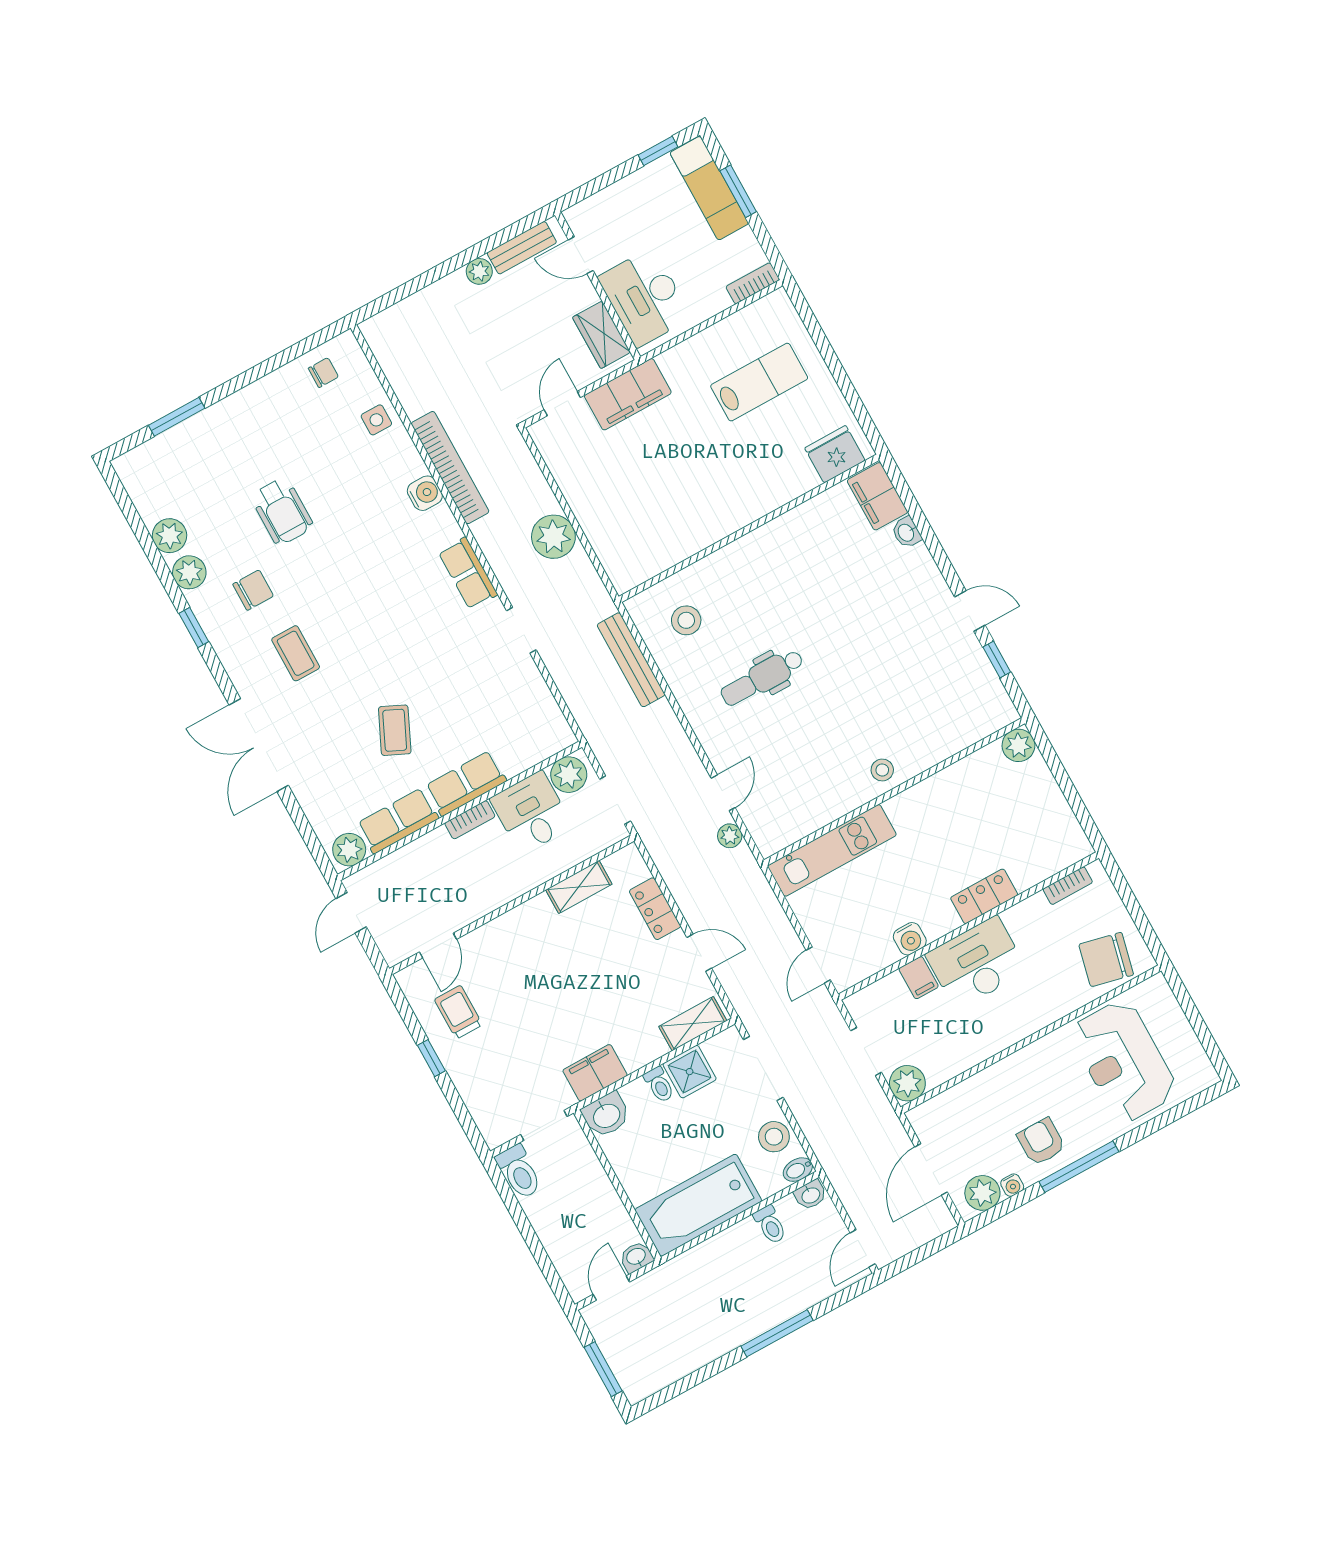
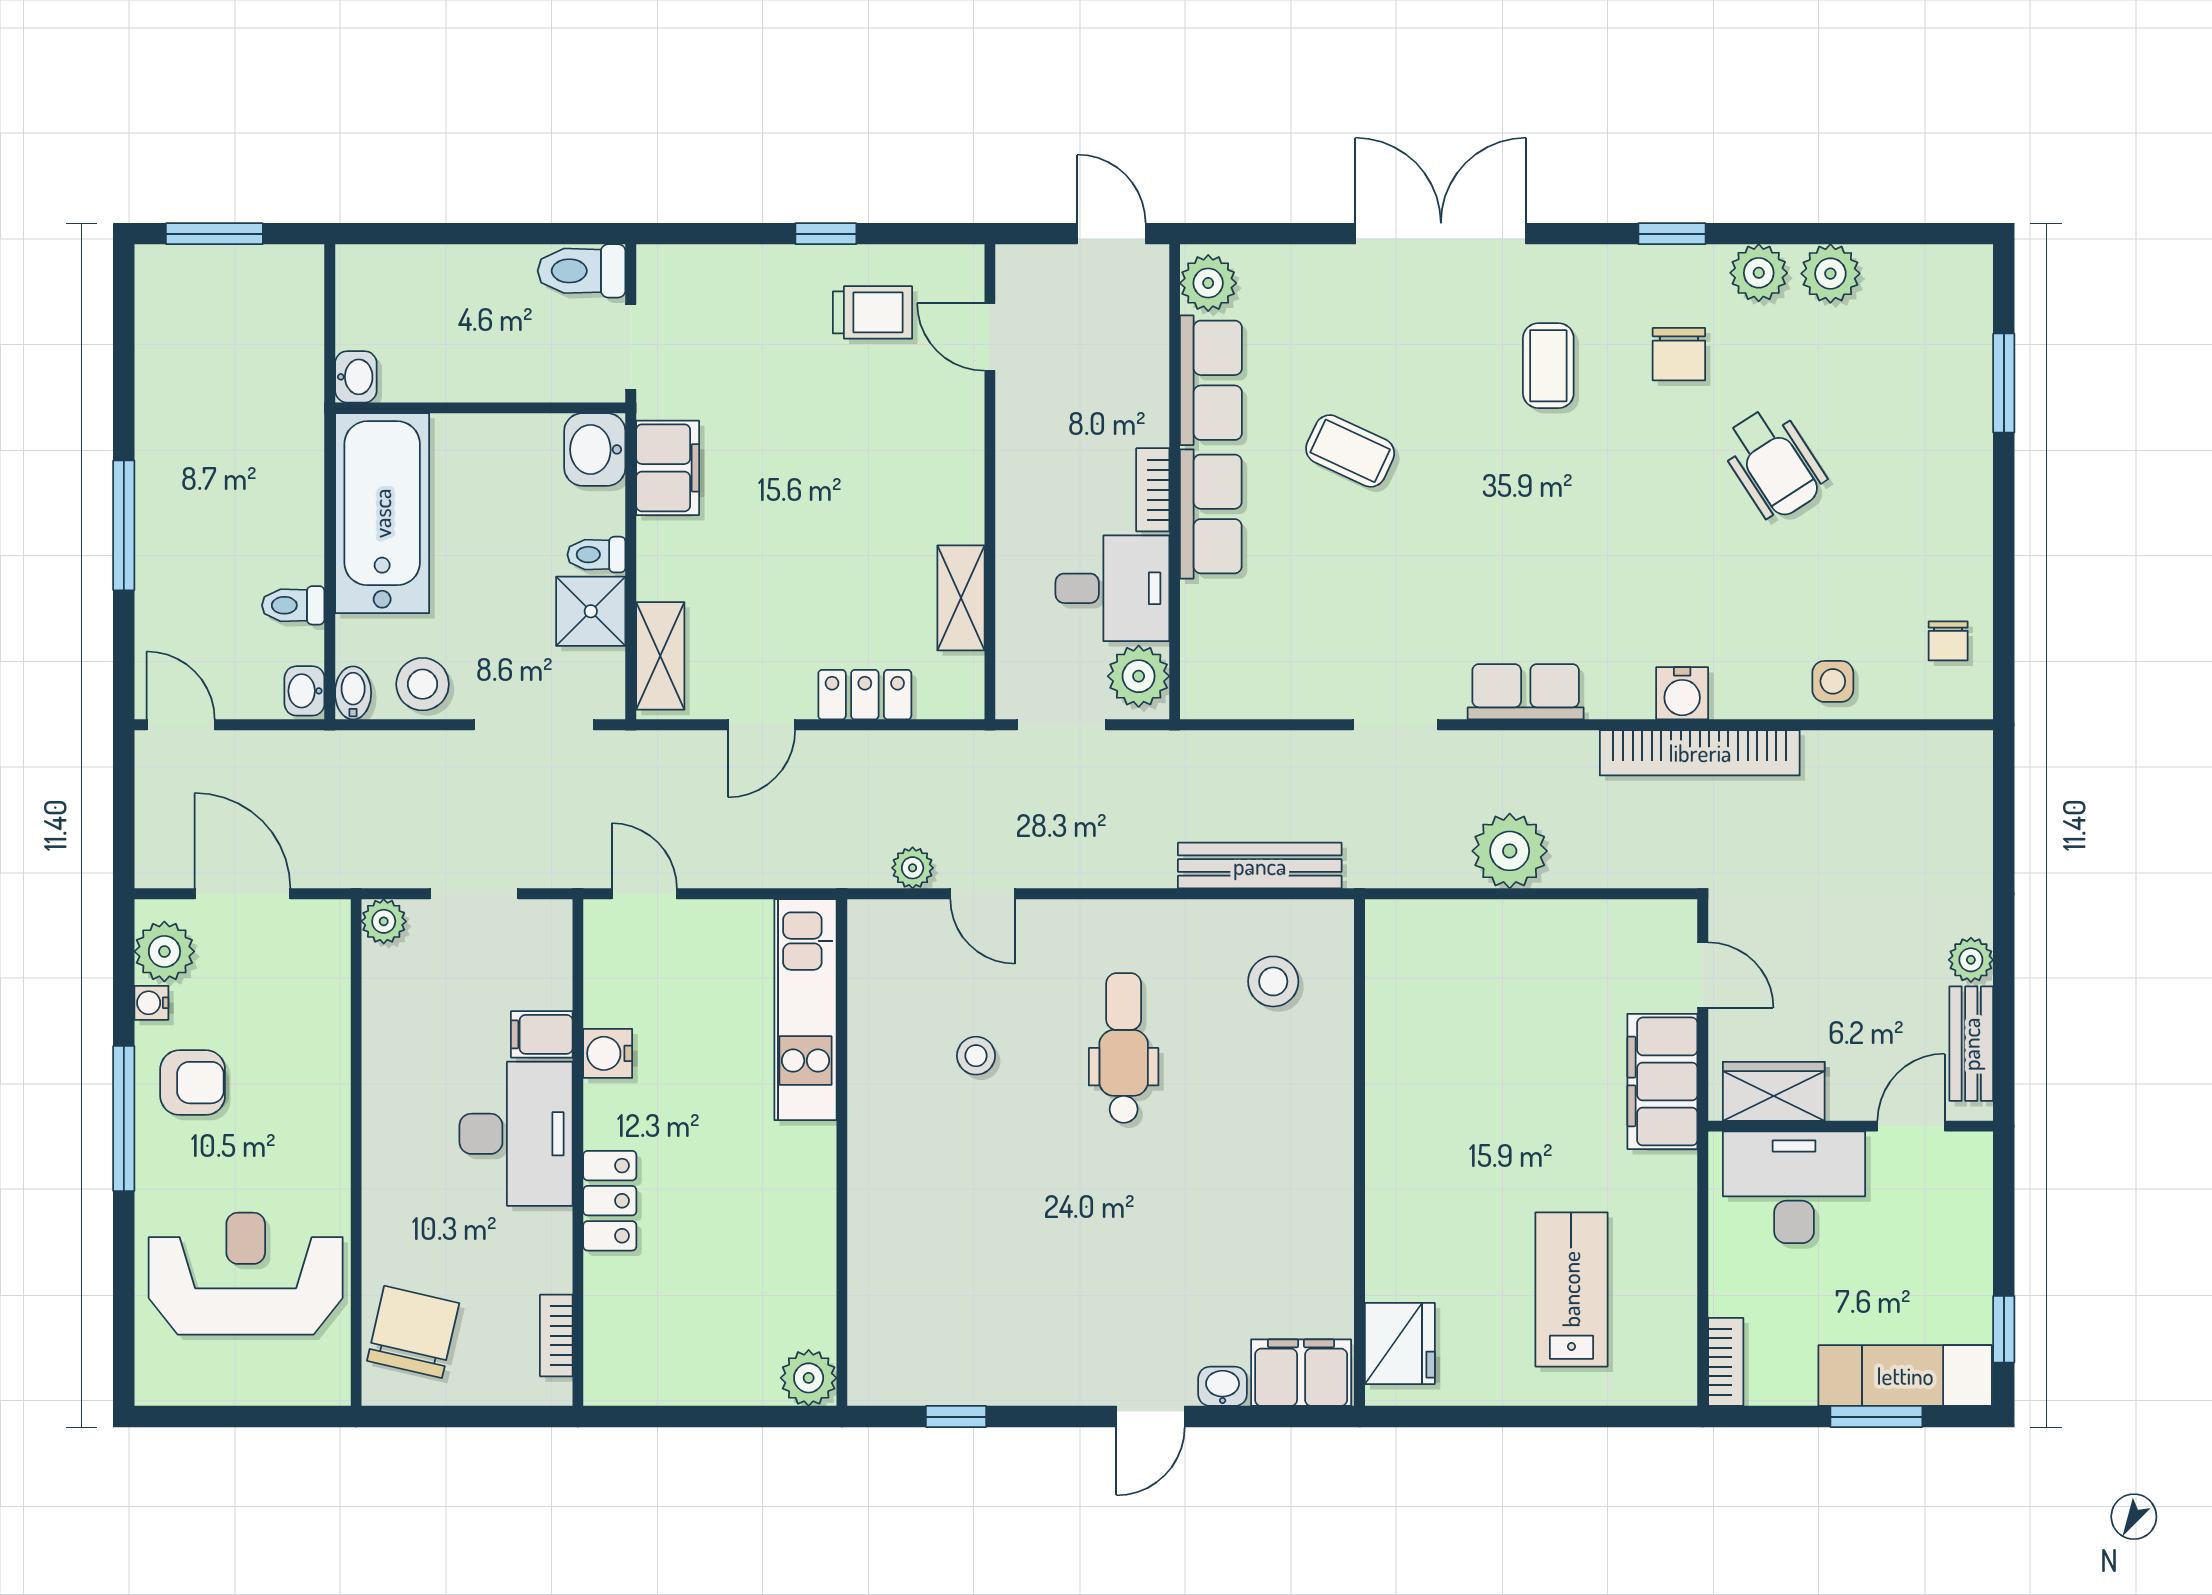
lab bench: (759, 382) -> (1571, 1289), turned 180
wheelchair: (282, 511) -> (1773, 463), turned -123
door: (970, 611) -> (1150, 1417), moved
coffee table: (296, 653) -> (1548, 366), turned 90
stool: (882, 770) -> (976, 1056), moved
plant: (907, 1083) -> (384, 921), width x0.73, depth x0.73
door: (611, 1288) -> (330, 313), removed

